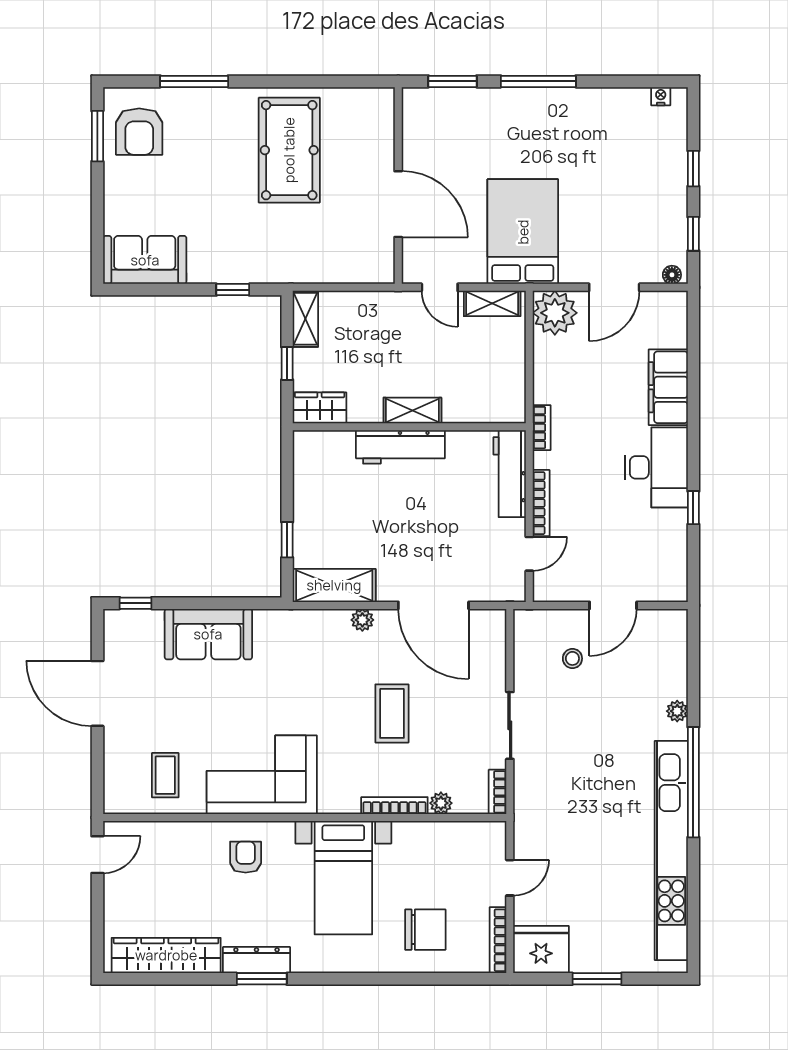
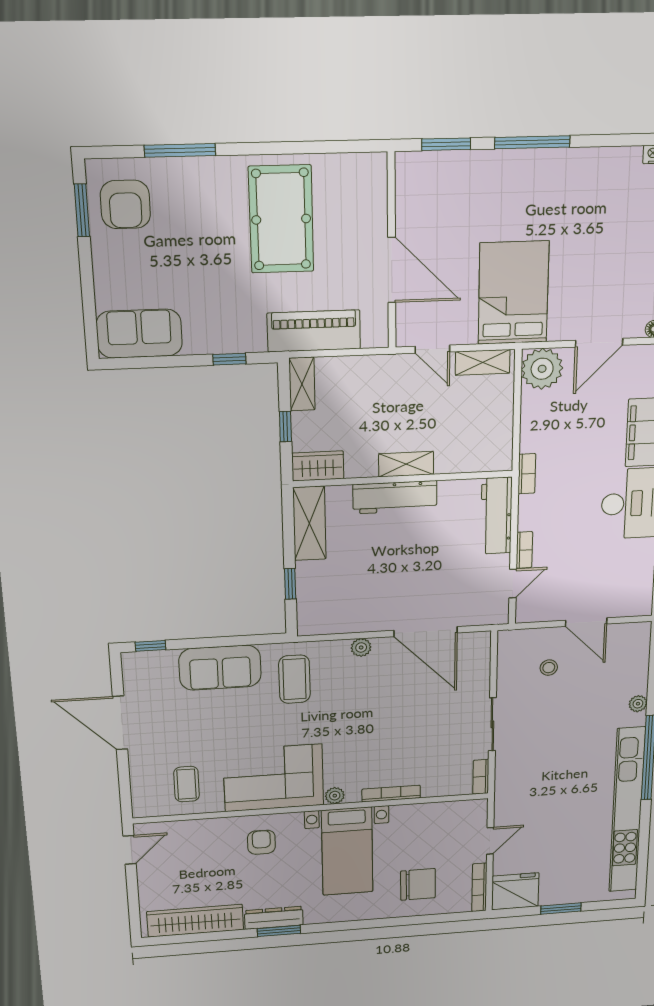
piano: (319, 264) -> (314, 331), added
bookcase: (541, 503) -> (524, 550), width x0.64
shelving: (334, 585) -> (309, 523), moved, turned 90
door: (613, 605) -> (586, 622), hinge flipped
coffee table: (392, 713) -> (294, 679), moved
plant: (441, 803) -> (335, 796), moved

